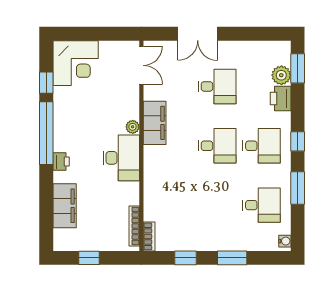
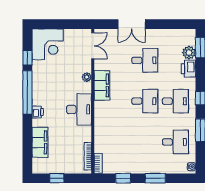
plant: (133, 127) -> (87, 77), moved

